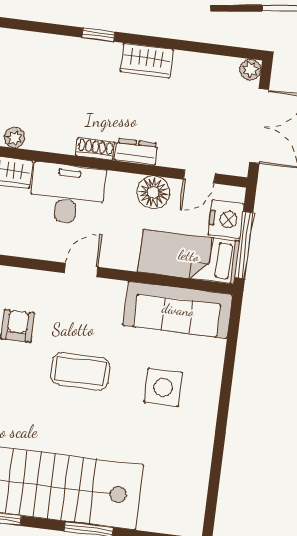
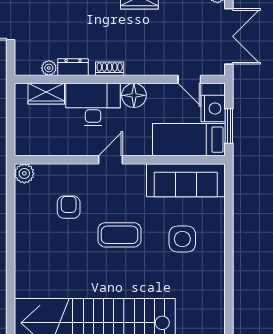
dresser: (136, 152) -> (73, 67), moved
door: (199, 176) -> (189, 79), hinge flipped
floor lamp: (153, 192) -> (134, 95), moved
window: (244, 245) -> (229, 126), width x0.69

